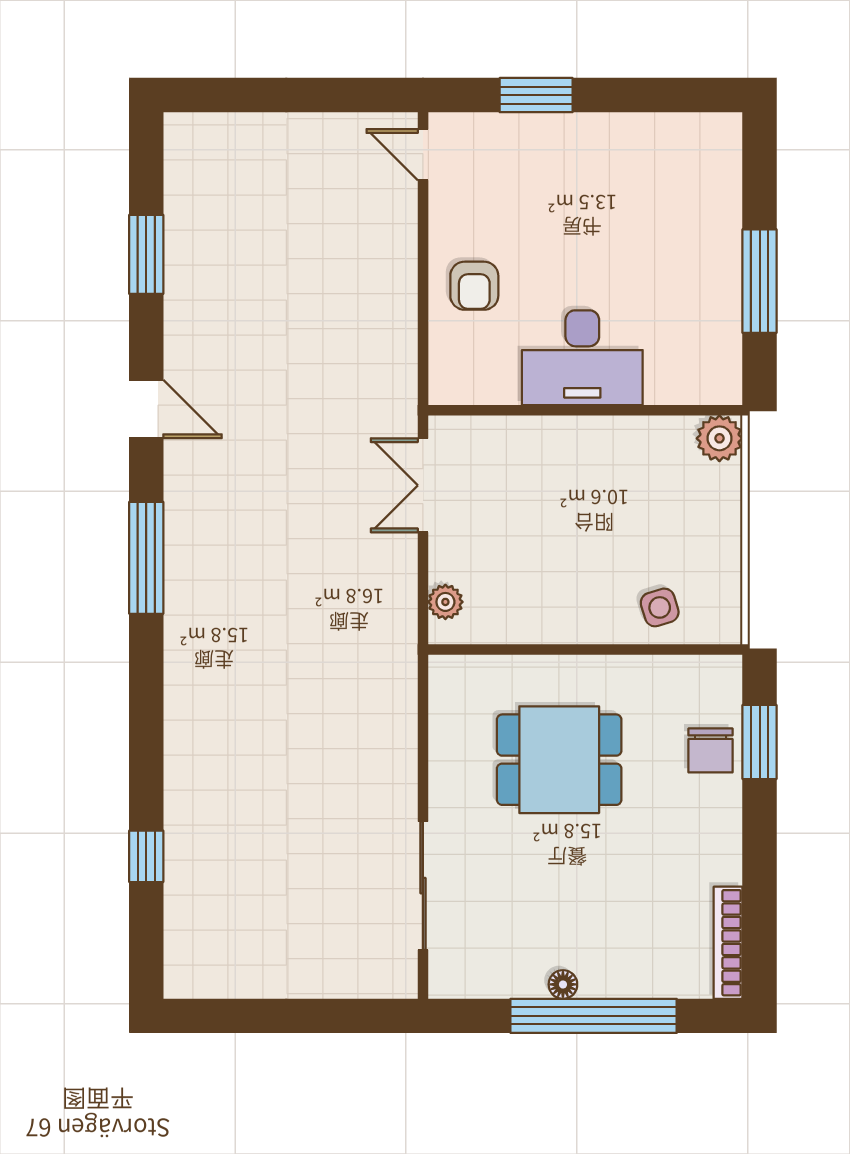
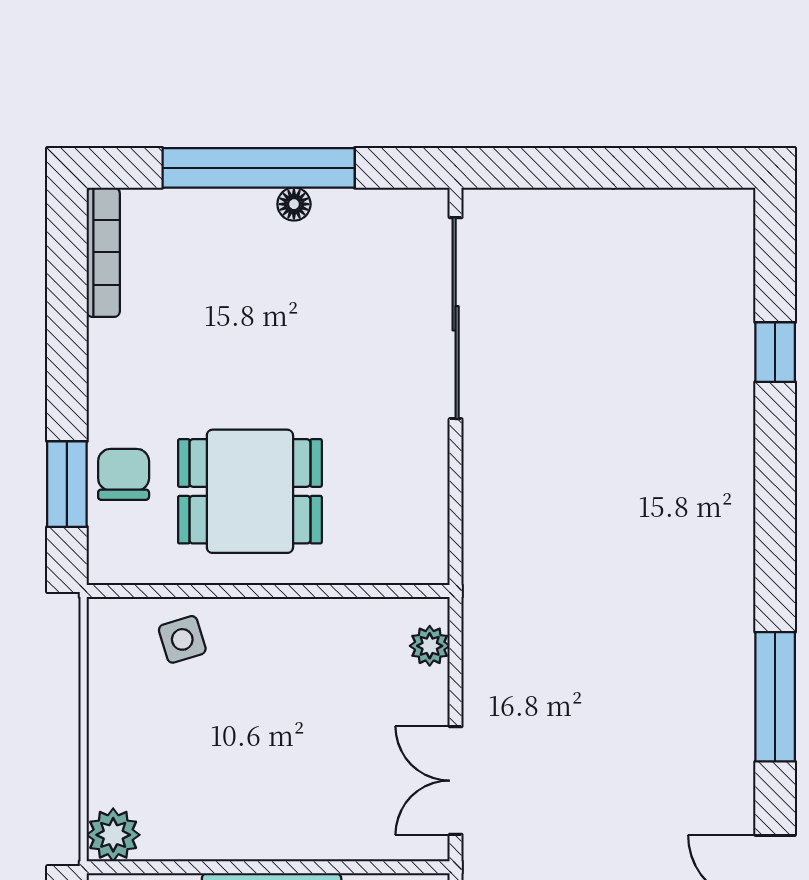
double door: (423, 485) -> (456, 781), swing flipped
dining table: (559, 760) -> (250, 491), moved
sliding door: (423, 886) -> (456, 318), width x1.36

